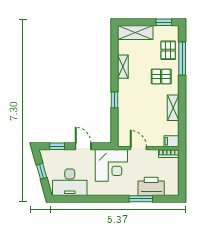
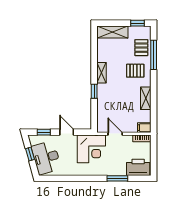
shelving: (123, 67) -> (102, 73), moved
desk: (70, 182) -> (46, 158), moved, turned 74
printer: (151, 186) -> (138, 167), moved

